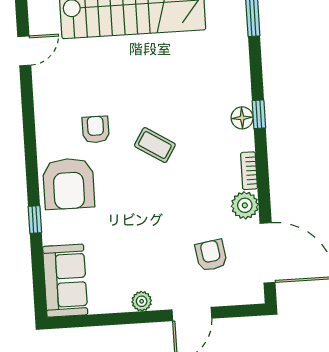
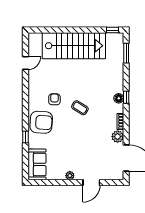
armchair: (69, 184) -> (41, 122), turned -86
armchair: (211, 255) -> (101, 157), removed

